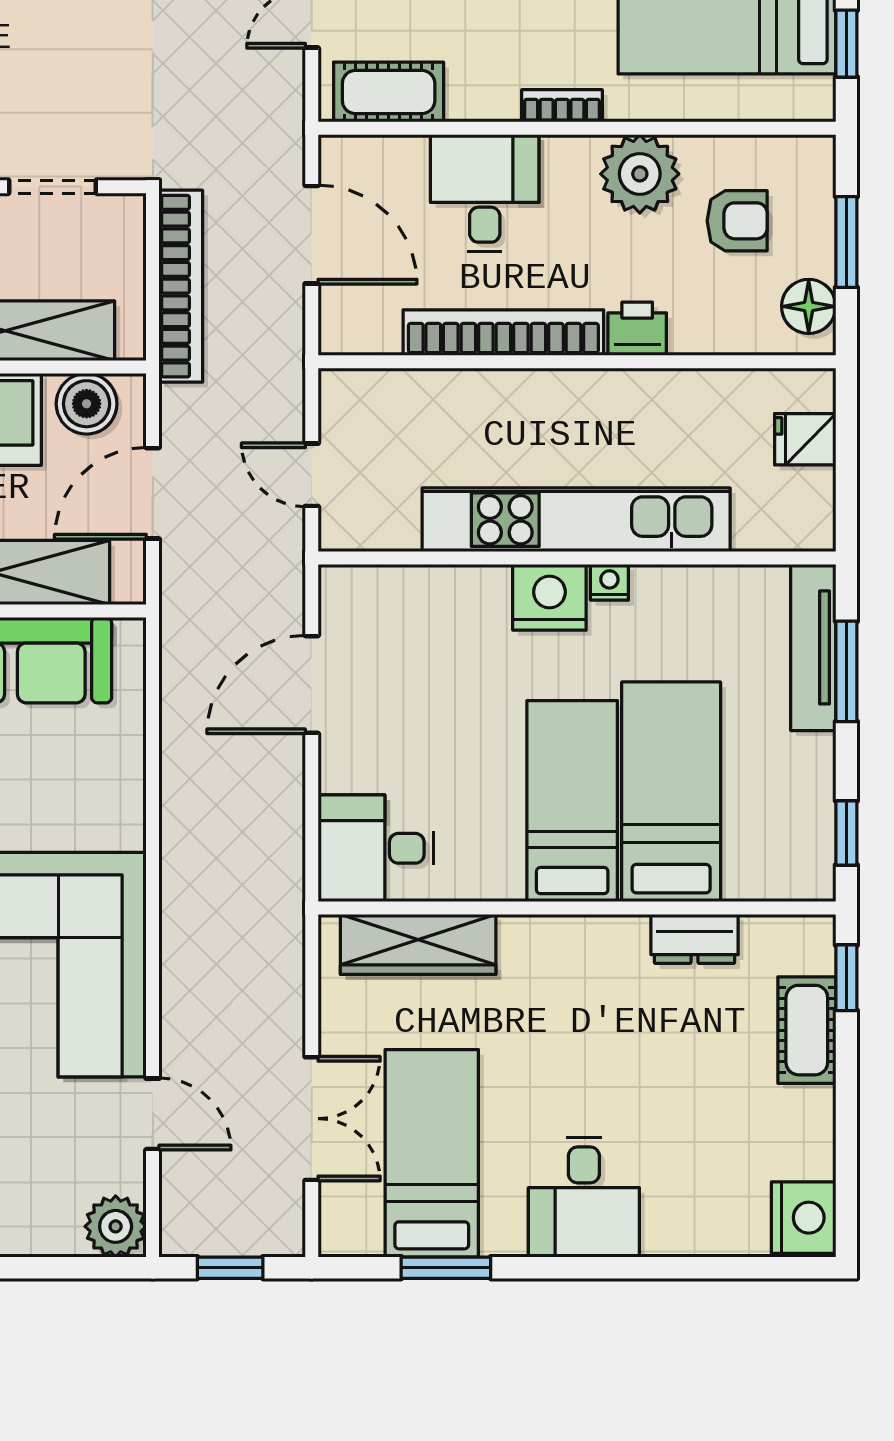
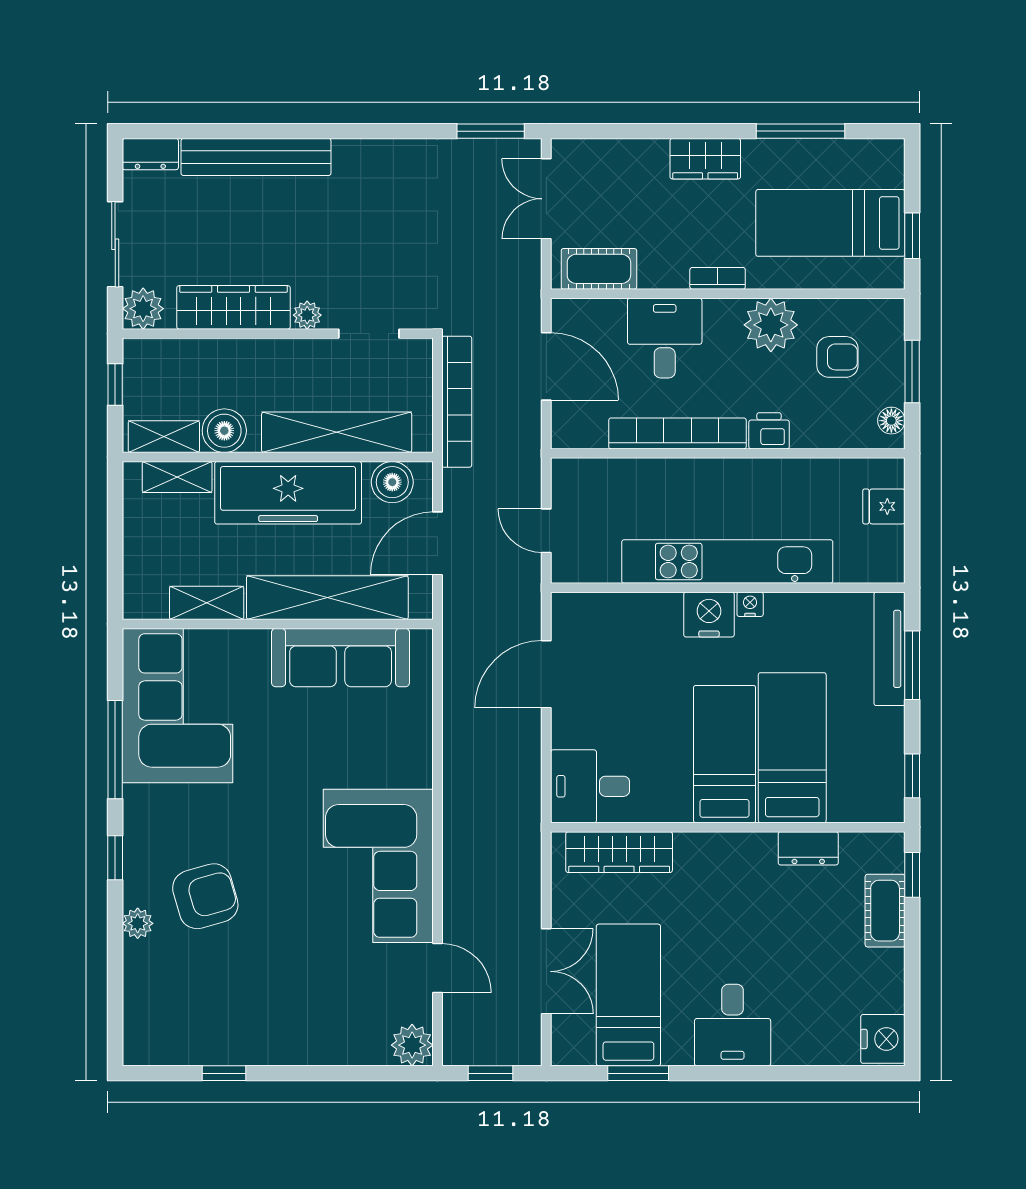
floor lamp: (809, 306) -> (891, 421), width x0.73, depth x0.73

